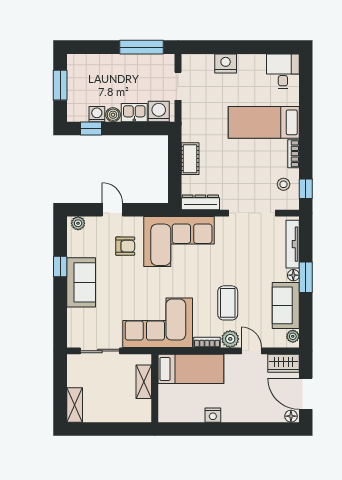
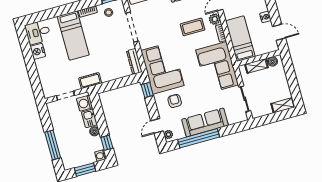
window: (141, 47) -> (53, 145), moved
nightstand: (226, 63) -> (38, 51), moved
washing machine: (97, 114) -> (101, 156), moved
cot: (190, 159) -> (90, 81), moved
door: (112, 210) -> (157, 126), moved
window: (153, 210) -> (147, 90), added
window: (60, 267) -> (199, 138), width x3.17
sofa: (81, 282) -> (205, 122), width x1.36
boiler: (144, 407) -> (272, 61), added
door: (185, 429) -> (279, 32), added

